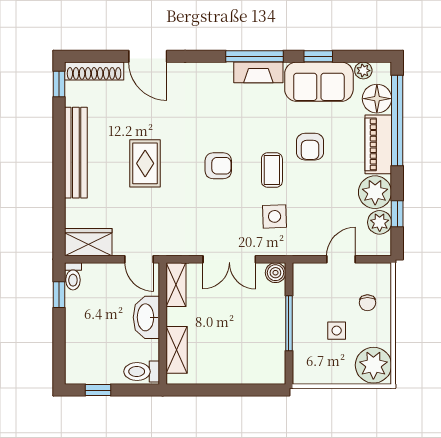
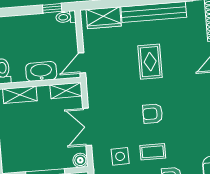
rug: (145, 163) -> (150, 62), turned 90
armchair: (218, 166) -> (153, 114), turned 90
wardrobe: (88, 242) -> (104, 18), moved, turned 90

